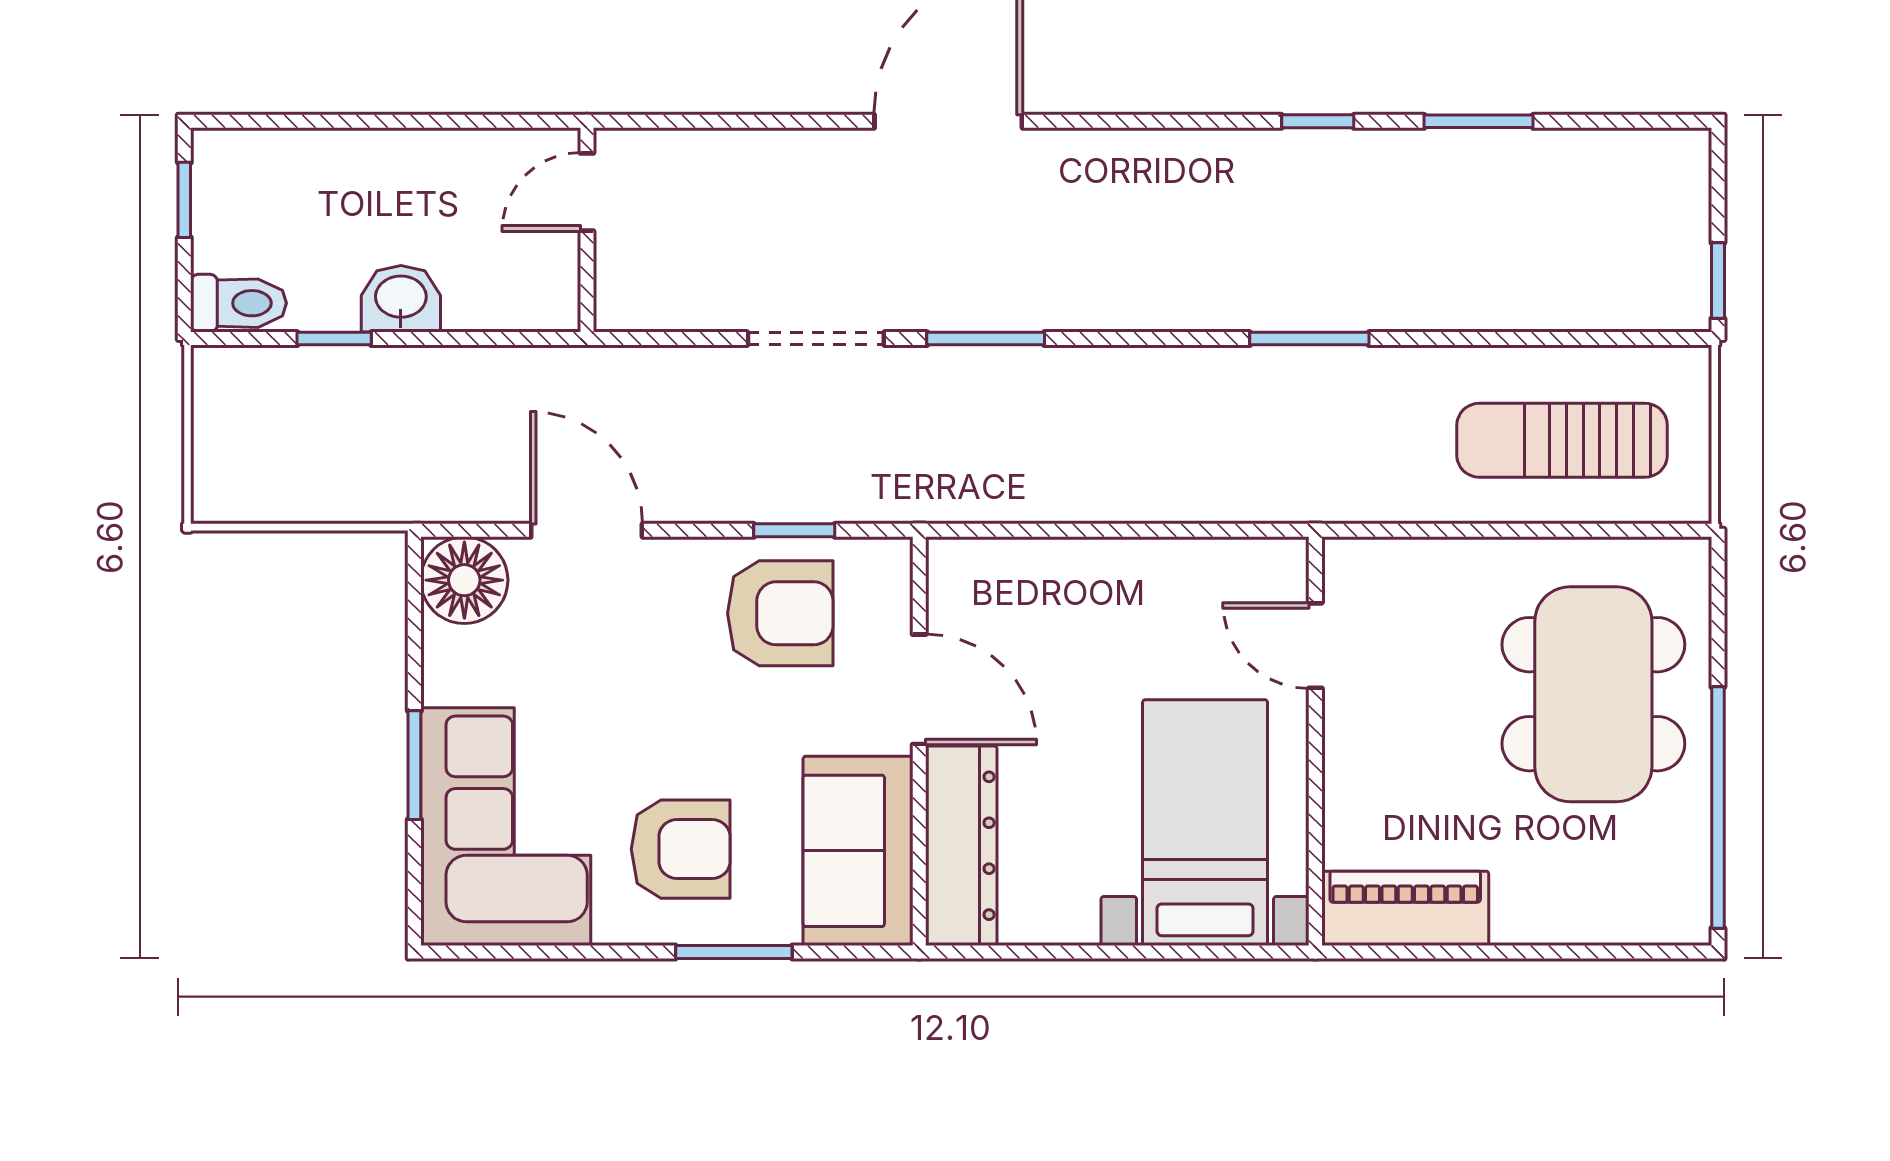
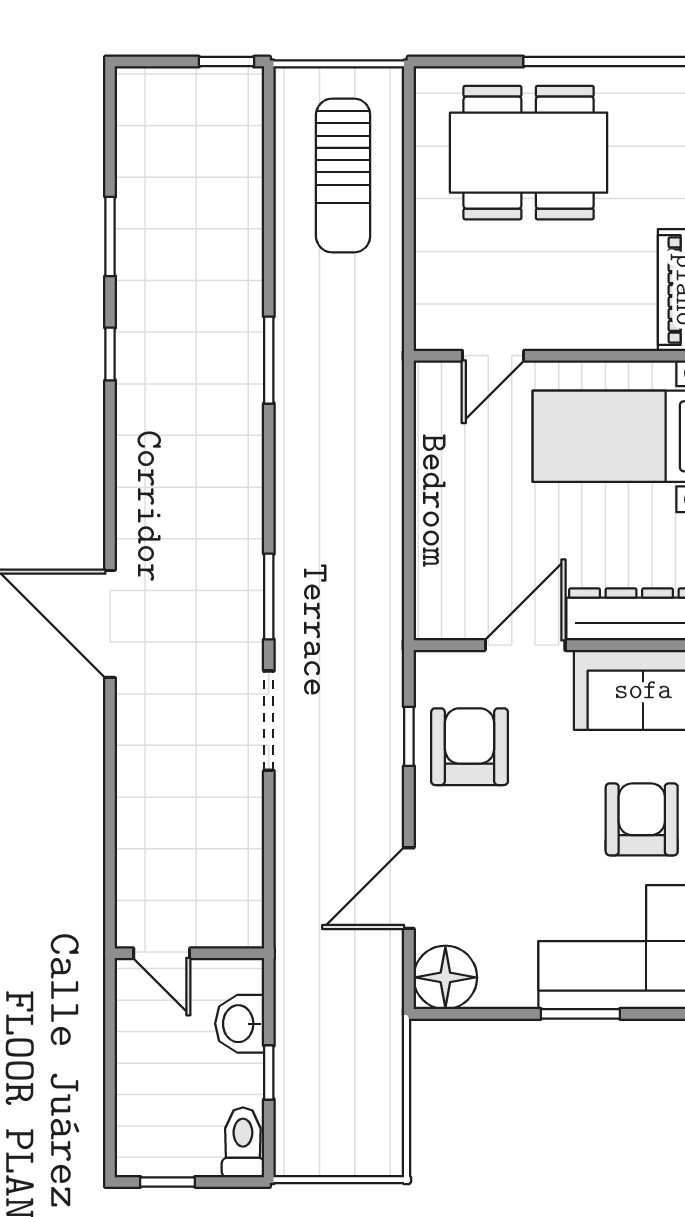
door: (587, 192) -> (162, 953), moved
wall: (587, 230) -> (189, 953), moved

